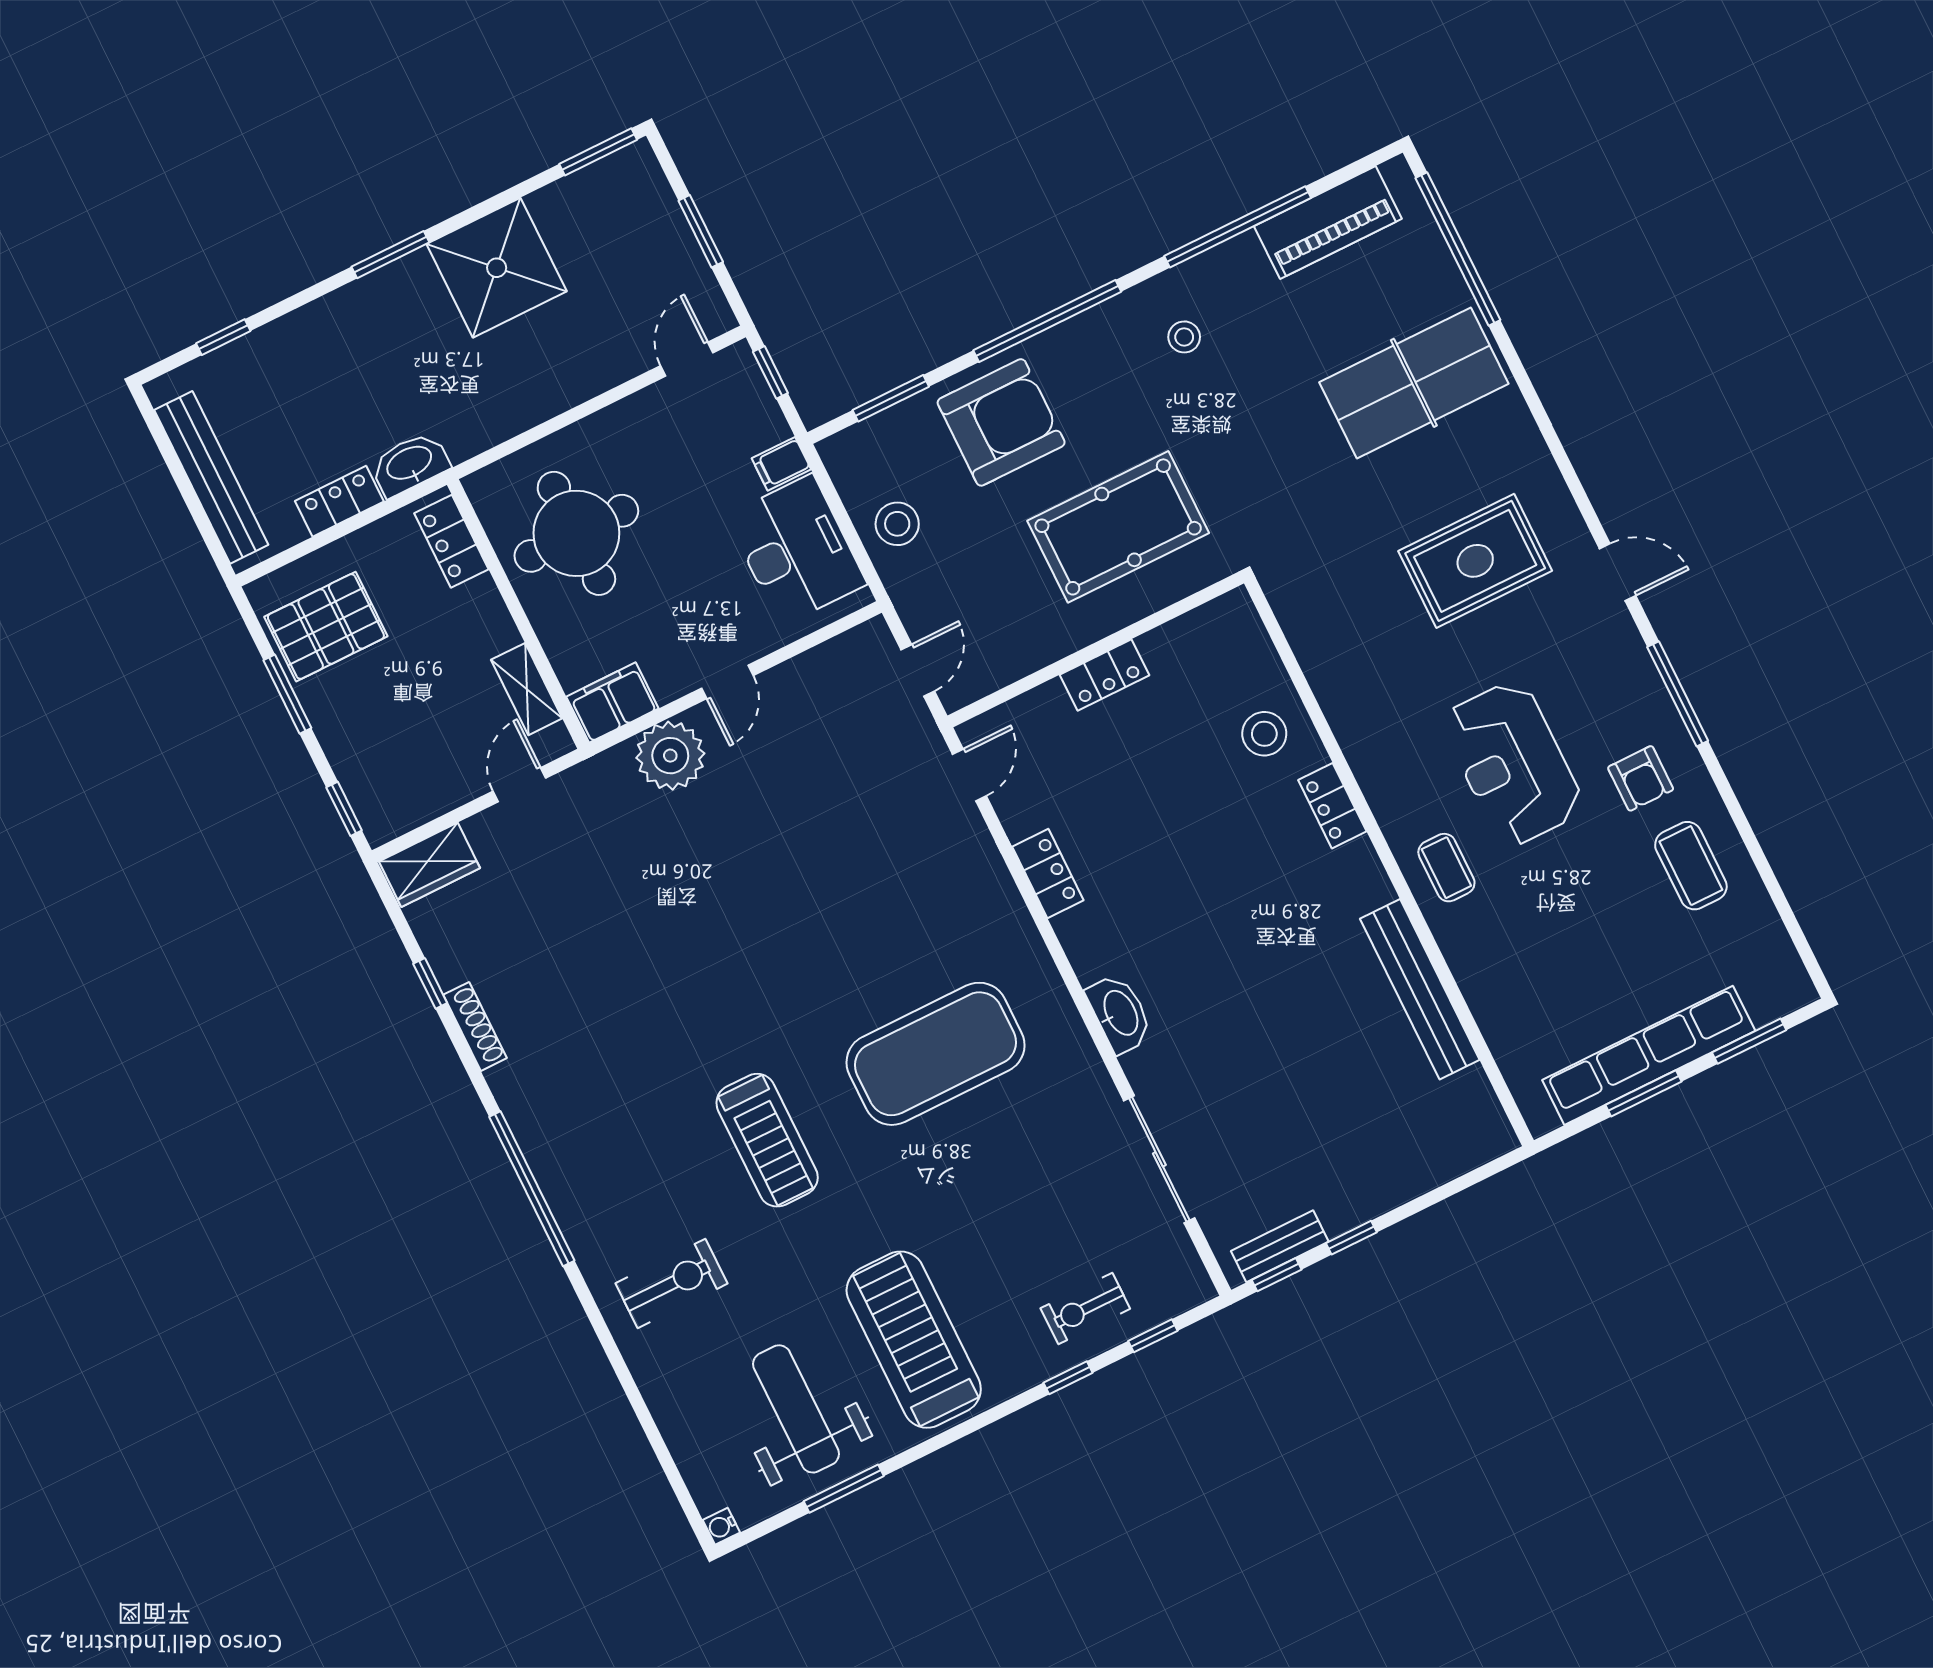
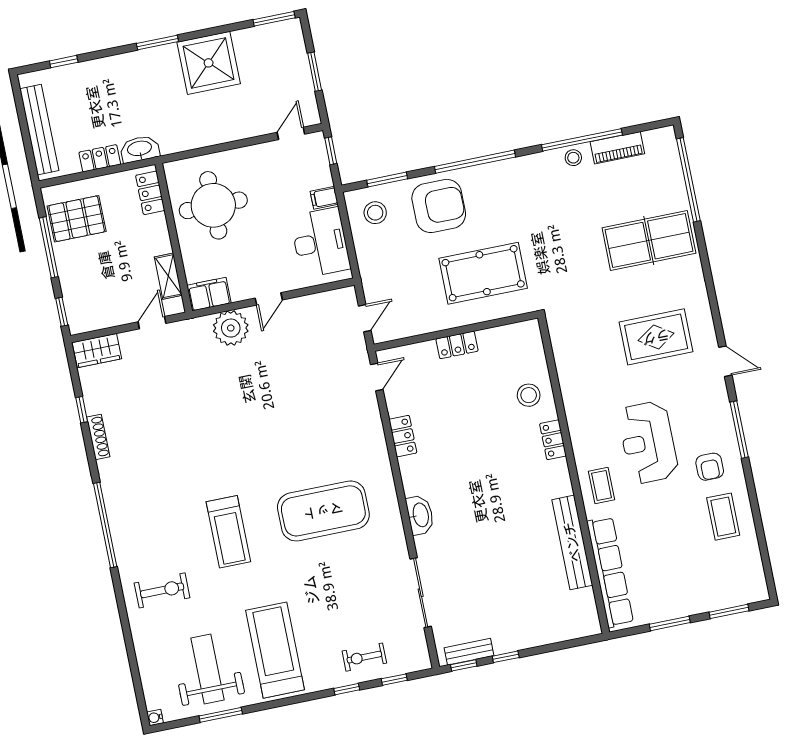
piano: (1328, 222) -> (617, 148), width x0.73, depth x0.75
stool: (1184, 337) -> (573, 158), moved
stool: (897, 524) -> (375, 213), moved
window: (287, 694) -> (49, 247), width x1.44
row of seats: (1649, 1055) -> (610, 572), moved, turned 90

